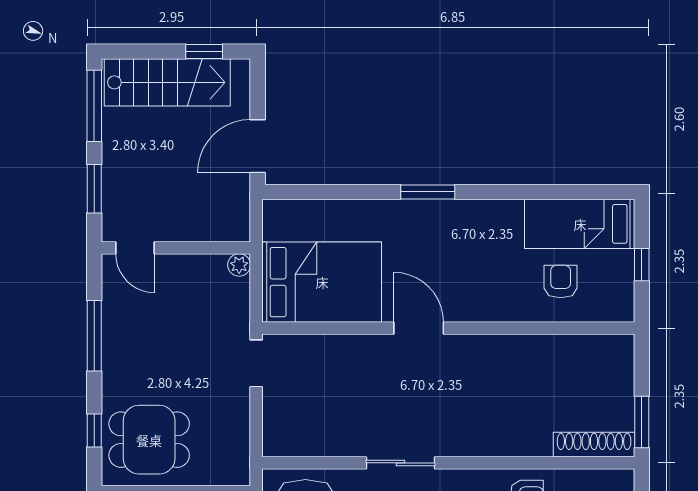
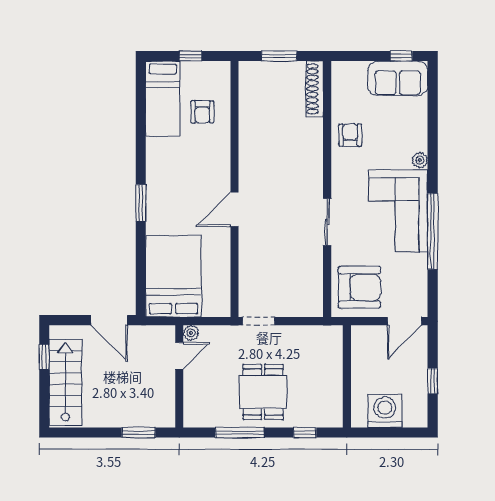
window: (94, 106) -> (82, 433), removed
door: (135, 248) -> (179, 356), moved
bed: (322, 282) -> (173, 276), moved
armchair: (561, 282) -> (202, 112), turned -90
window: (642, 422) -> (279, 56), moved
dining table: (149, 440) -> (263, 392), moved

